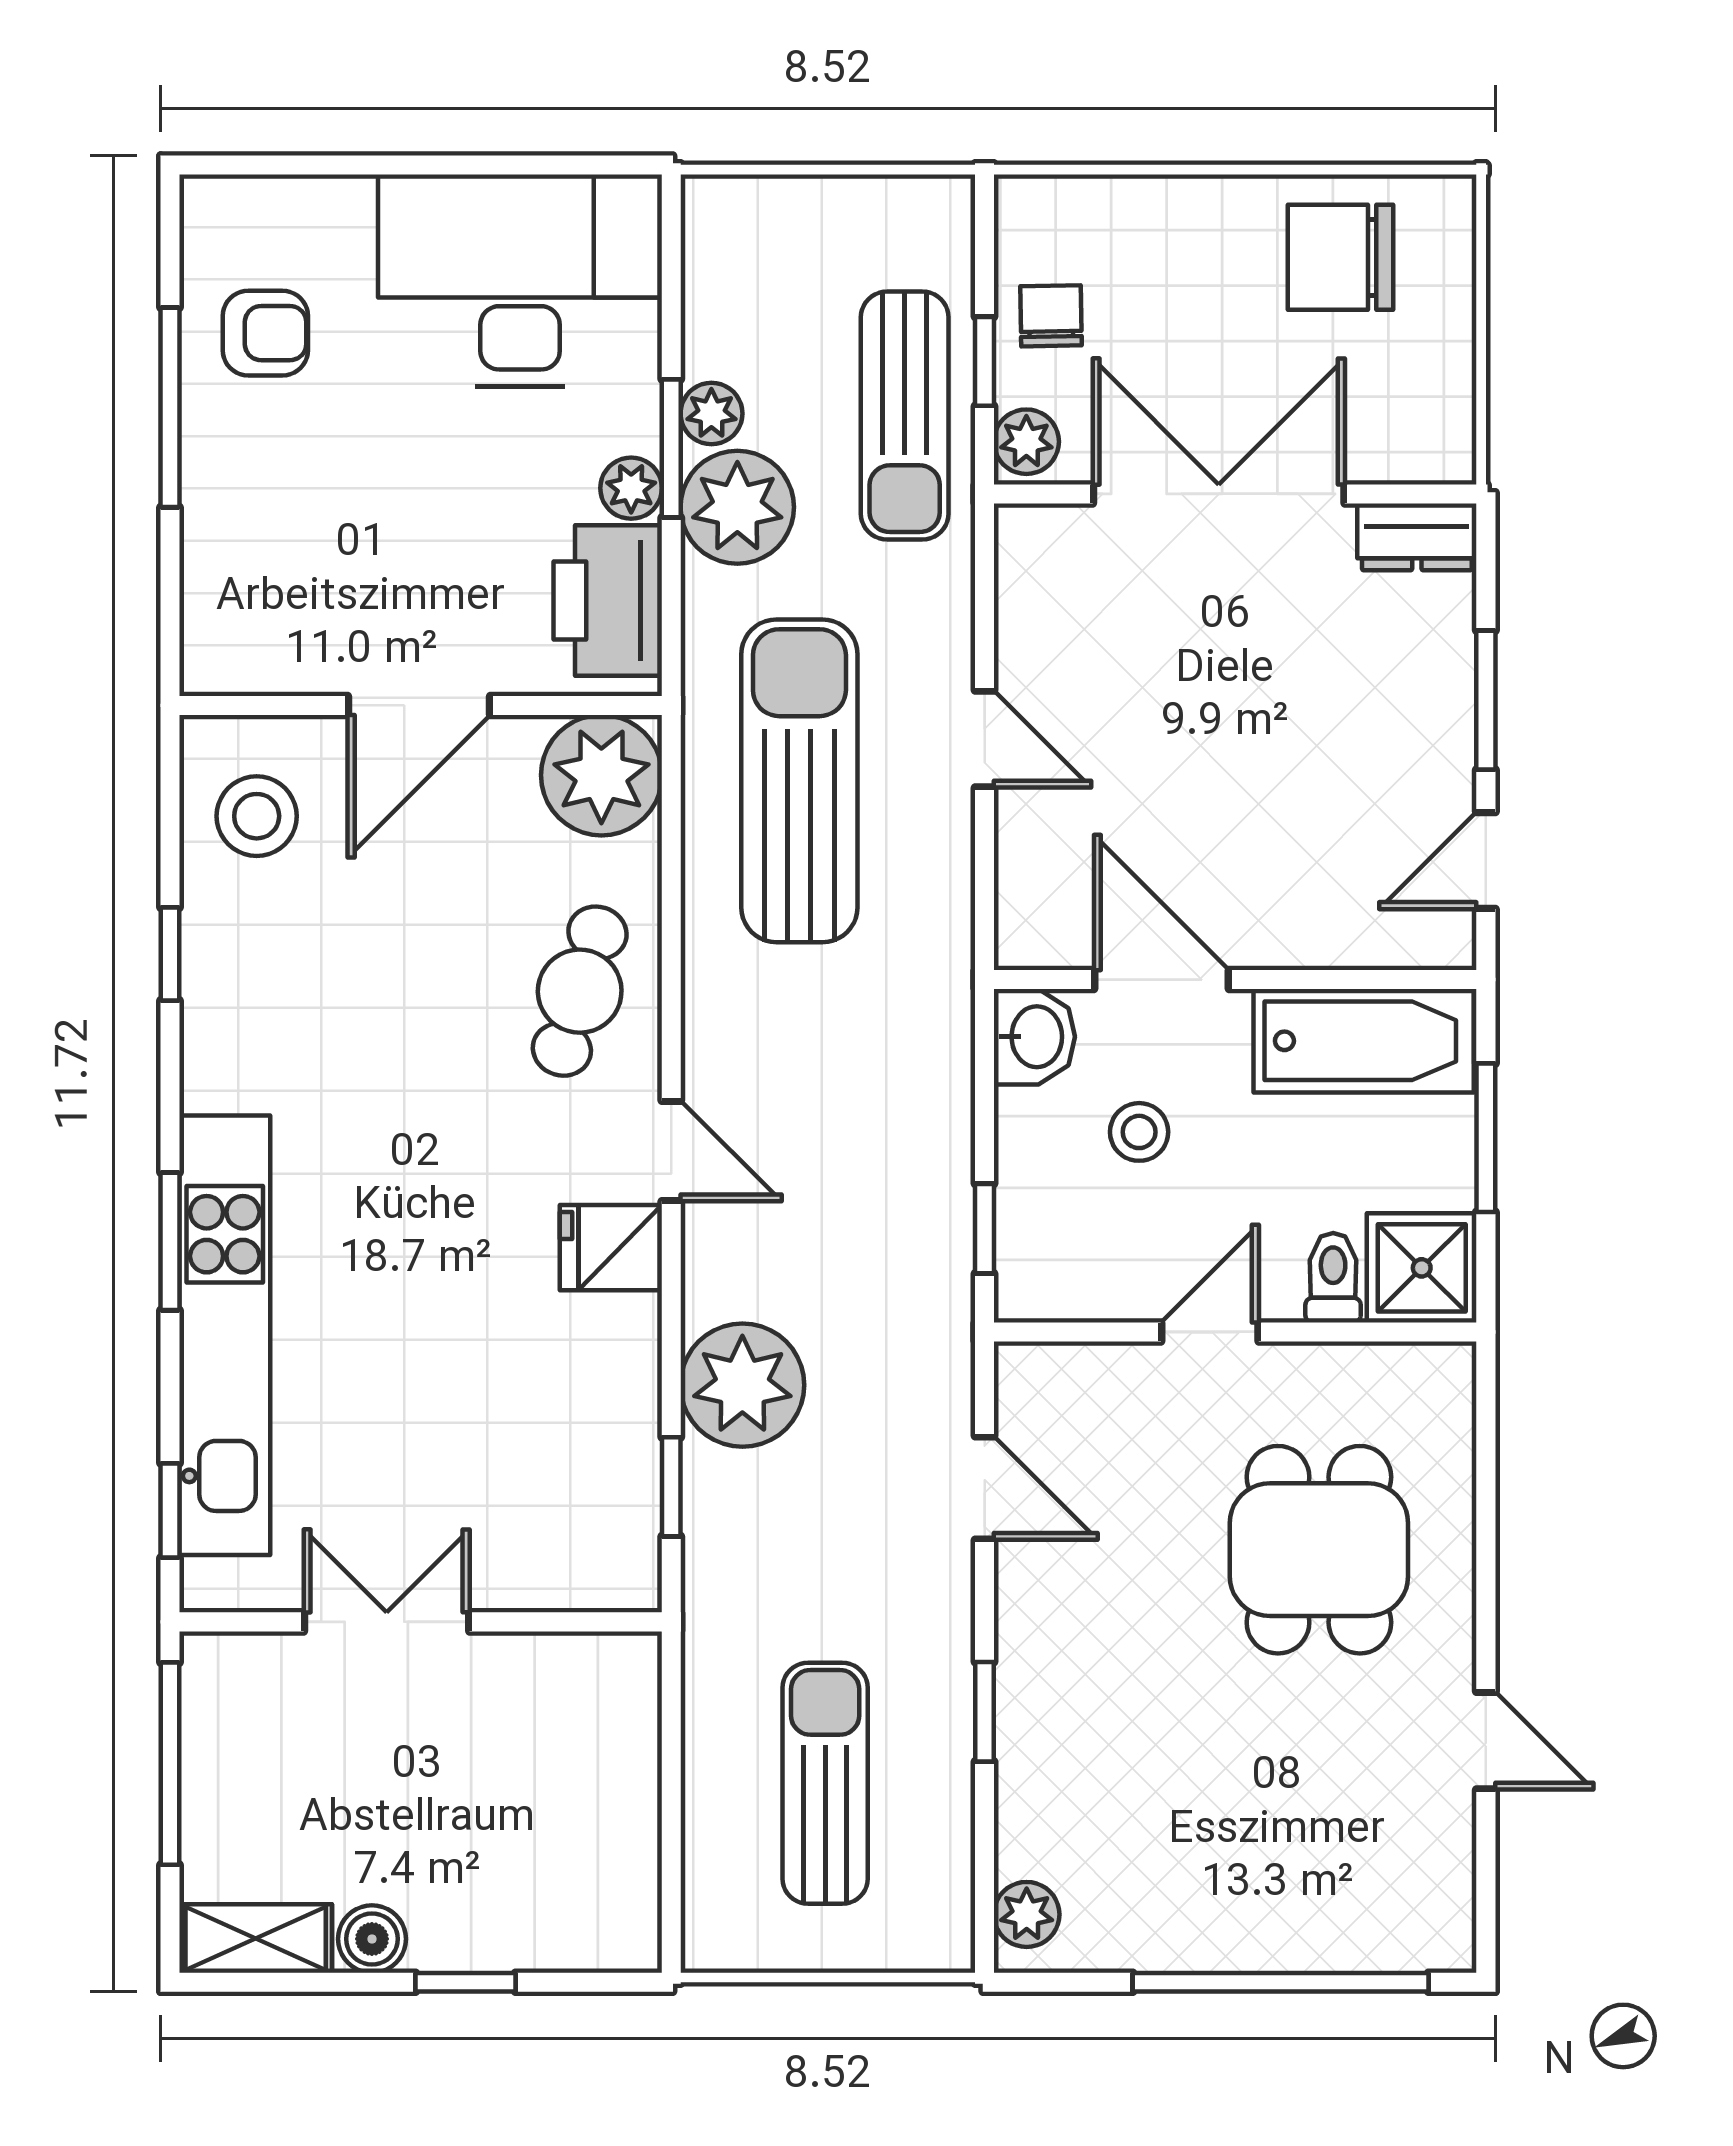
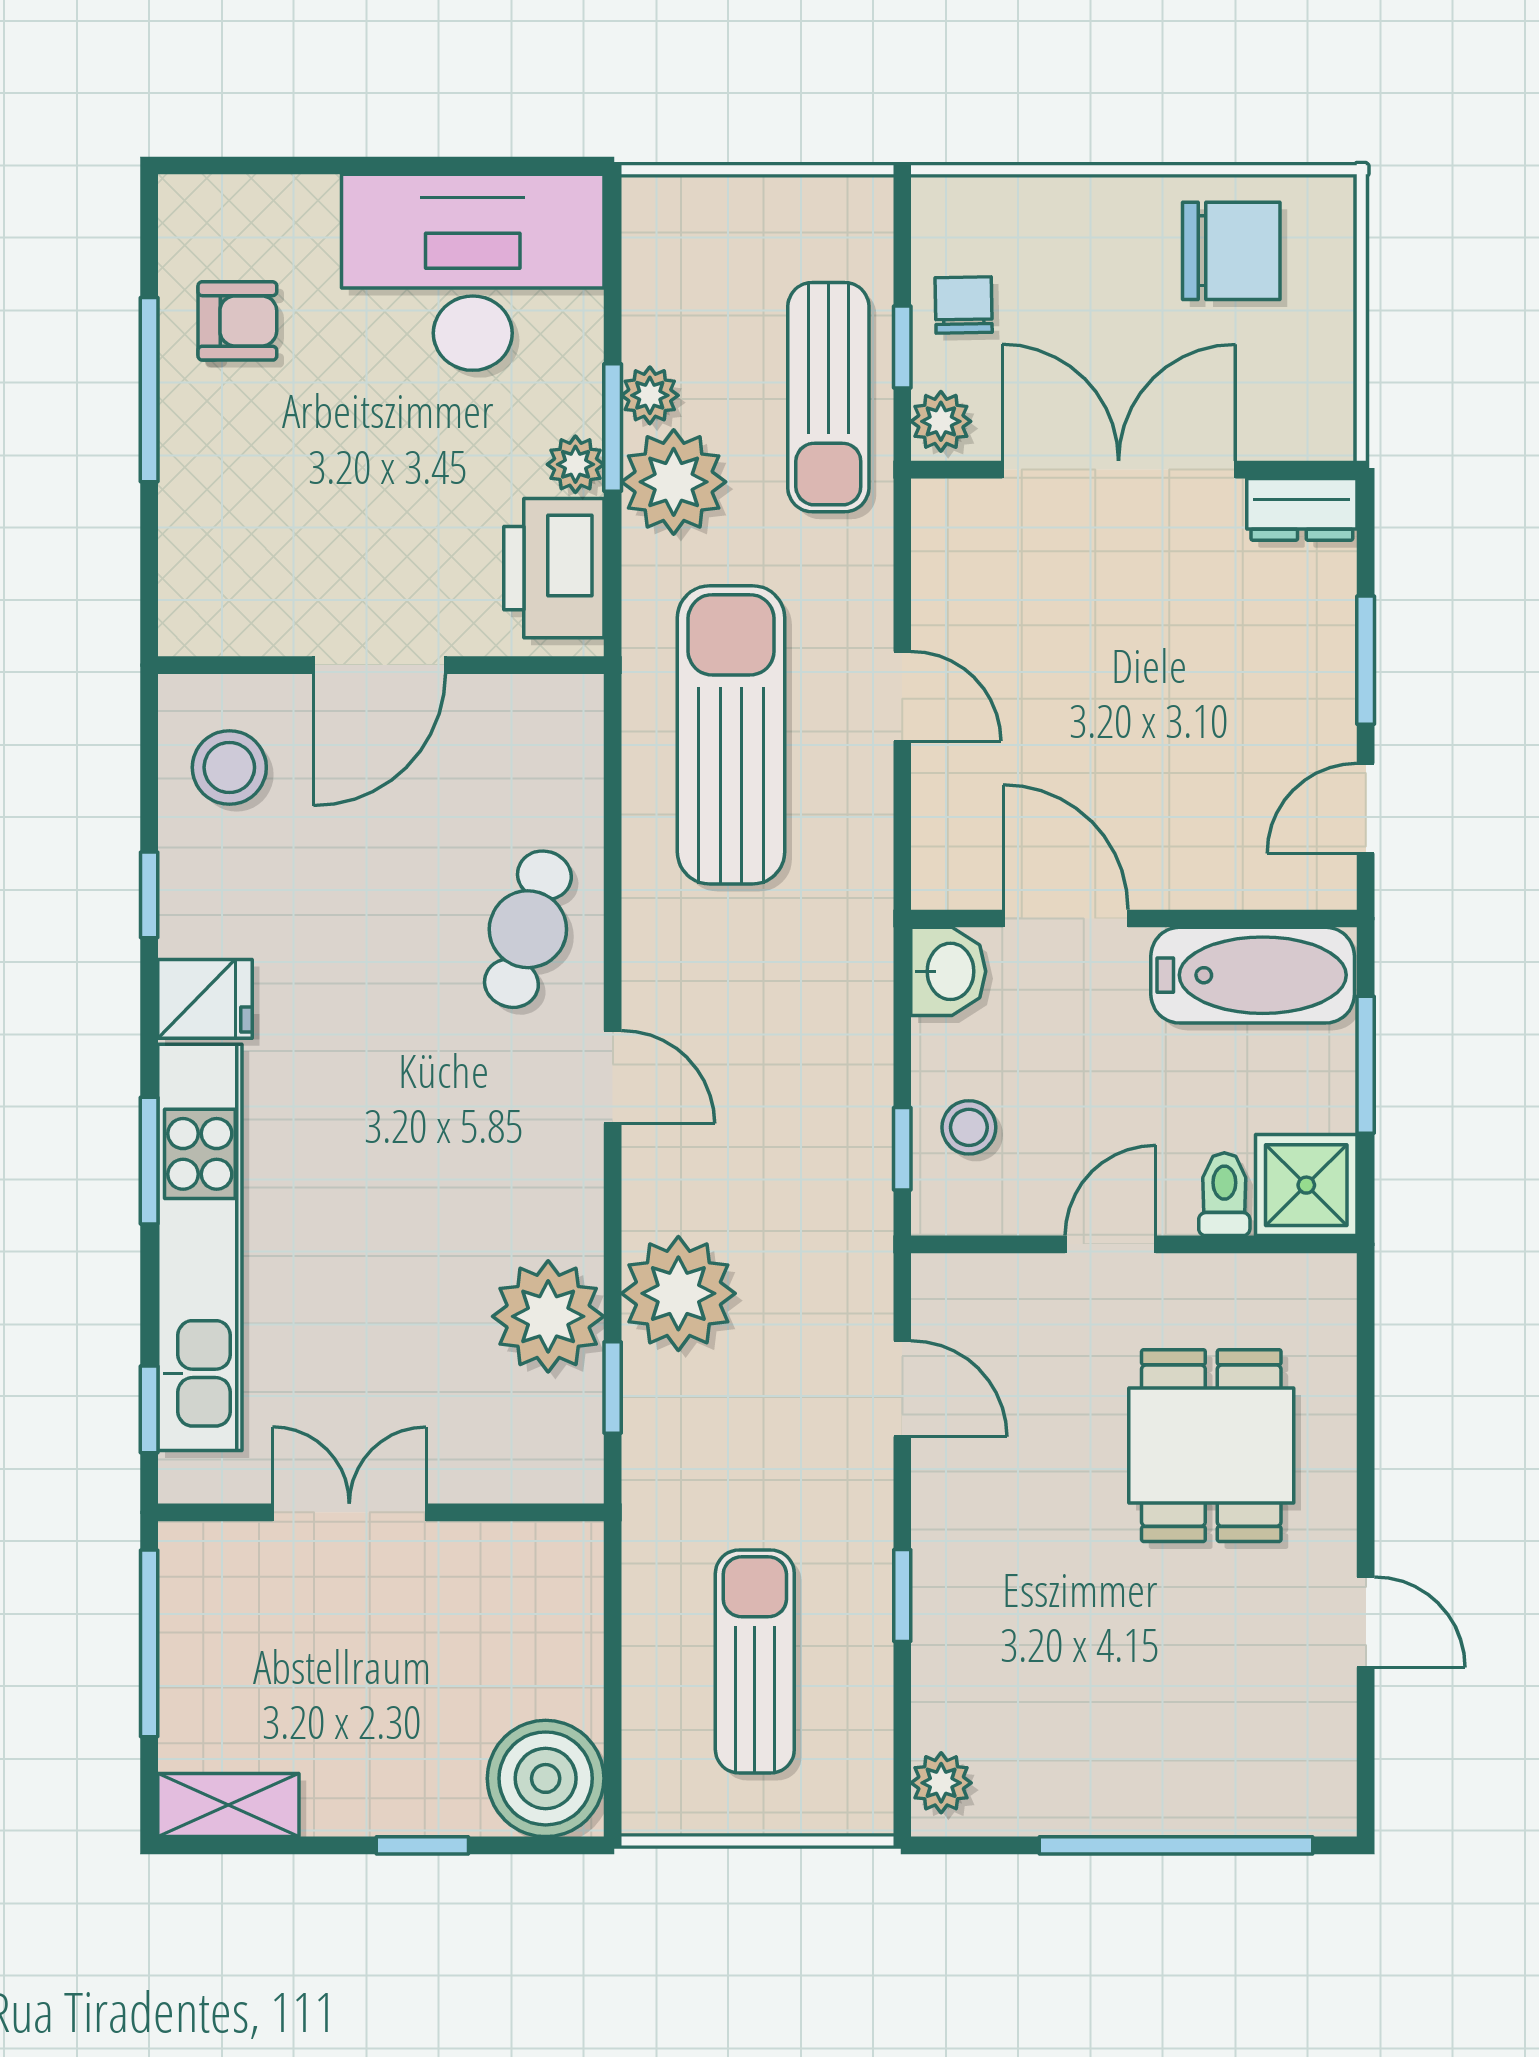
chair: (1341, 257) -> (1231, 251), turned 180
plant: (601, 775) -> (548, 1316), moved
stool: (1139, 1132) -> (969, 1127), moved
fridge: (611, 1248) -> (205, 999), moved, turned 180
boiler: (372, 1939) -> (546, 1778), moved, width x1.86, depth x1.86

